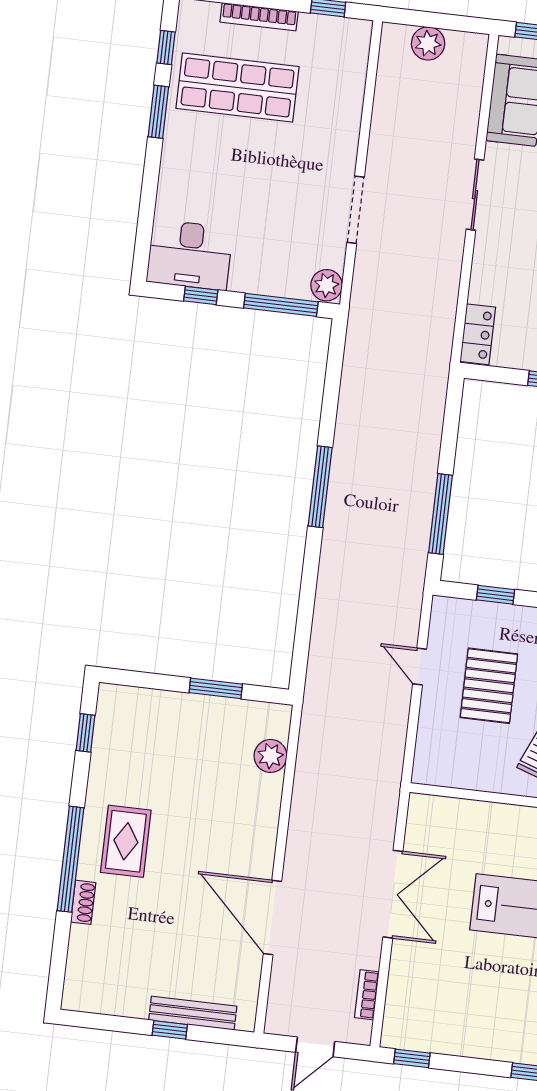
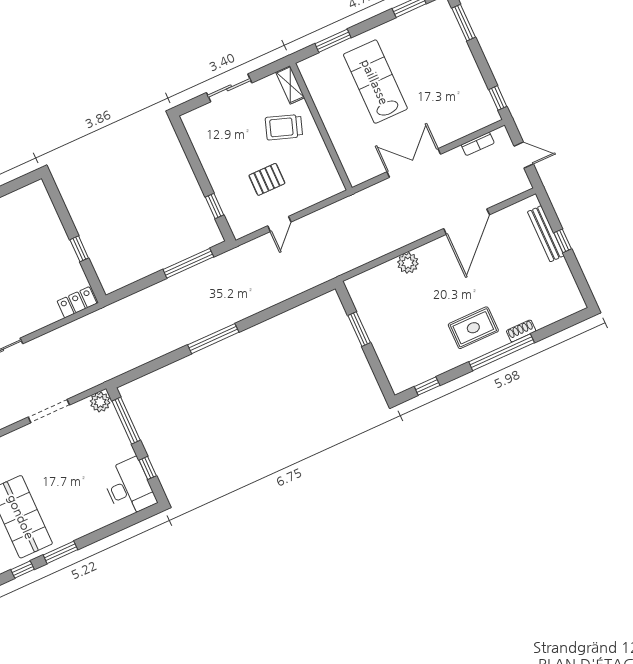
pallet: (489, 686) -> (267, 179), width x0.67, depth x0.71
plant: (270, 756) -> (408, 263), moved

